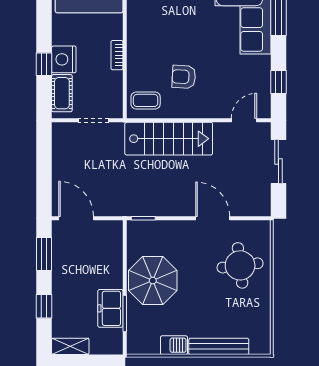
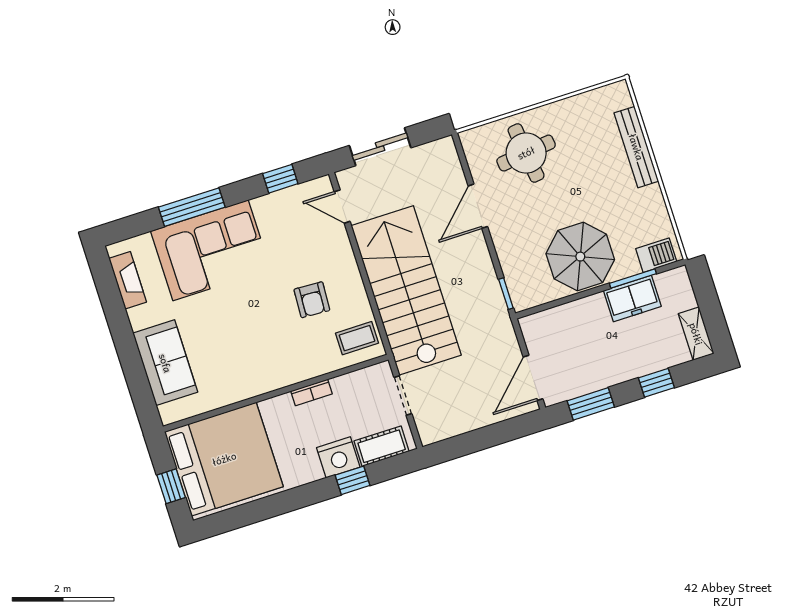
coffee table: (146, 100) -> (357, 338), turned 90
stairs: (169, 139) -> (406, 290), width x1.36, depth x1.51
barbecue: (174, 345) -> (656, 255), moved, turned 90

